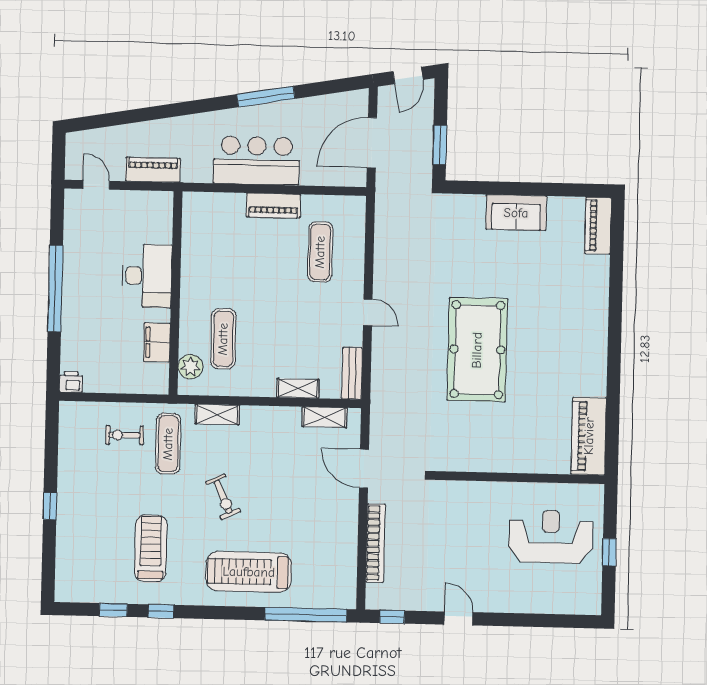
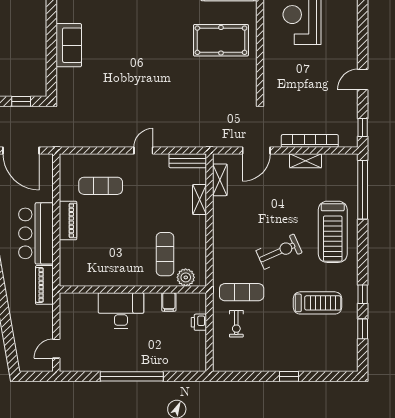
window: (440, 145) -> (21, 101), width x0.67
piano: (153, 170) -> (44, 285), moved
exercise mat: (223, 339) -> (165, 254), turned 90
filing cabinet: (157, 342) -> (169, 302), width x0.50
pool table: (477, 350) -> (221, 40), moved, width x0.73, depth x0.76
printer: (71, 382) -> (199, 322), moved
shelving: (217, 414) -> (306, 161), moved, turned 90
exercise bike: (223, 497) -> (279, 252), width x1.38, depth x1.39
treadmill: (151, 548) -> (317, 303), turned 180

